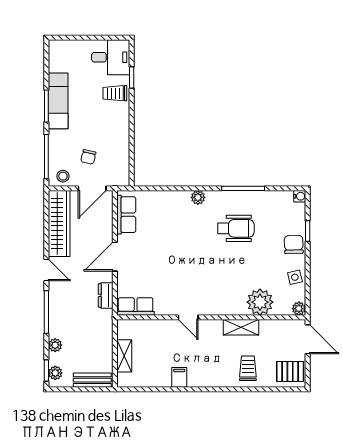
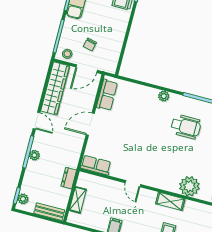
dresser: (106, 295) -> (69, 178), moved
plant: (55, 345) -> (34, 155), moved

